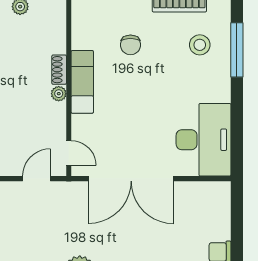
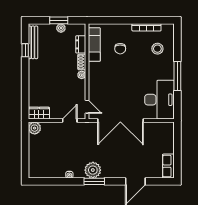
dresser: (57, 37) -> (81, 44), added
window: (237, 50) -> (177, 76), moved
exam couch: (82, 82) -> (94, 44), moved

